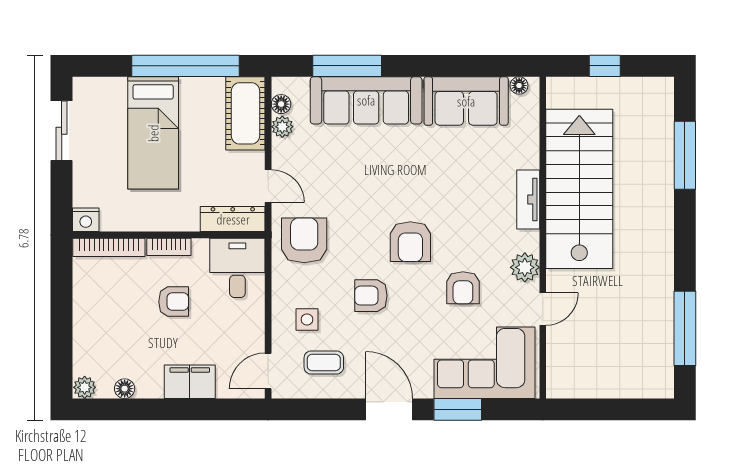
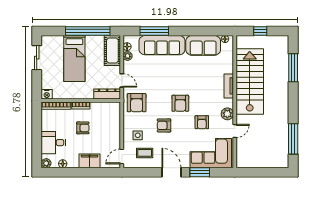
armchair: (304, 240) -> (137, 103), turned 180
desk: (237, 268) -> (53, 143), moved, turned -90

